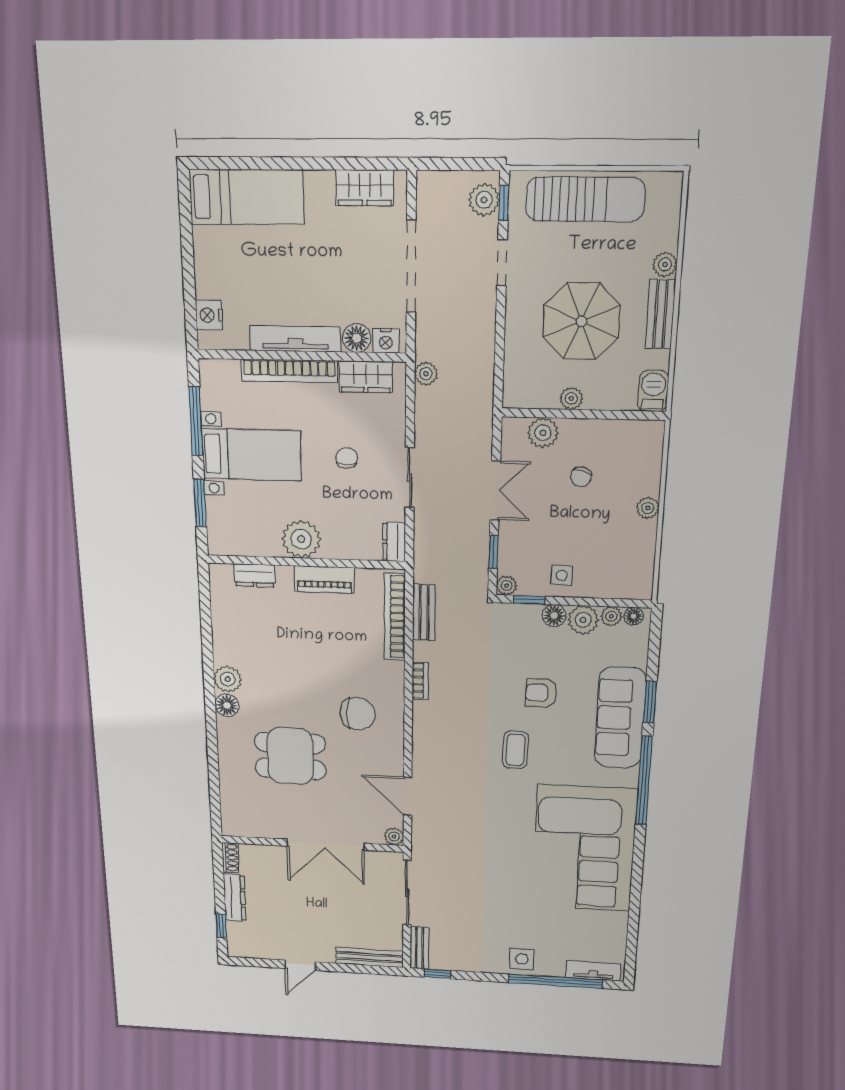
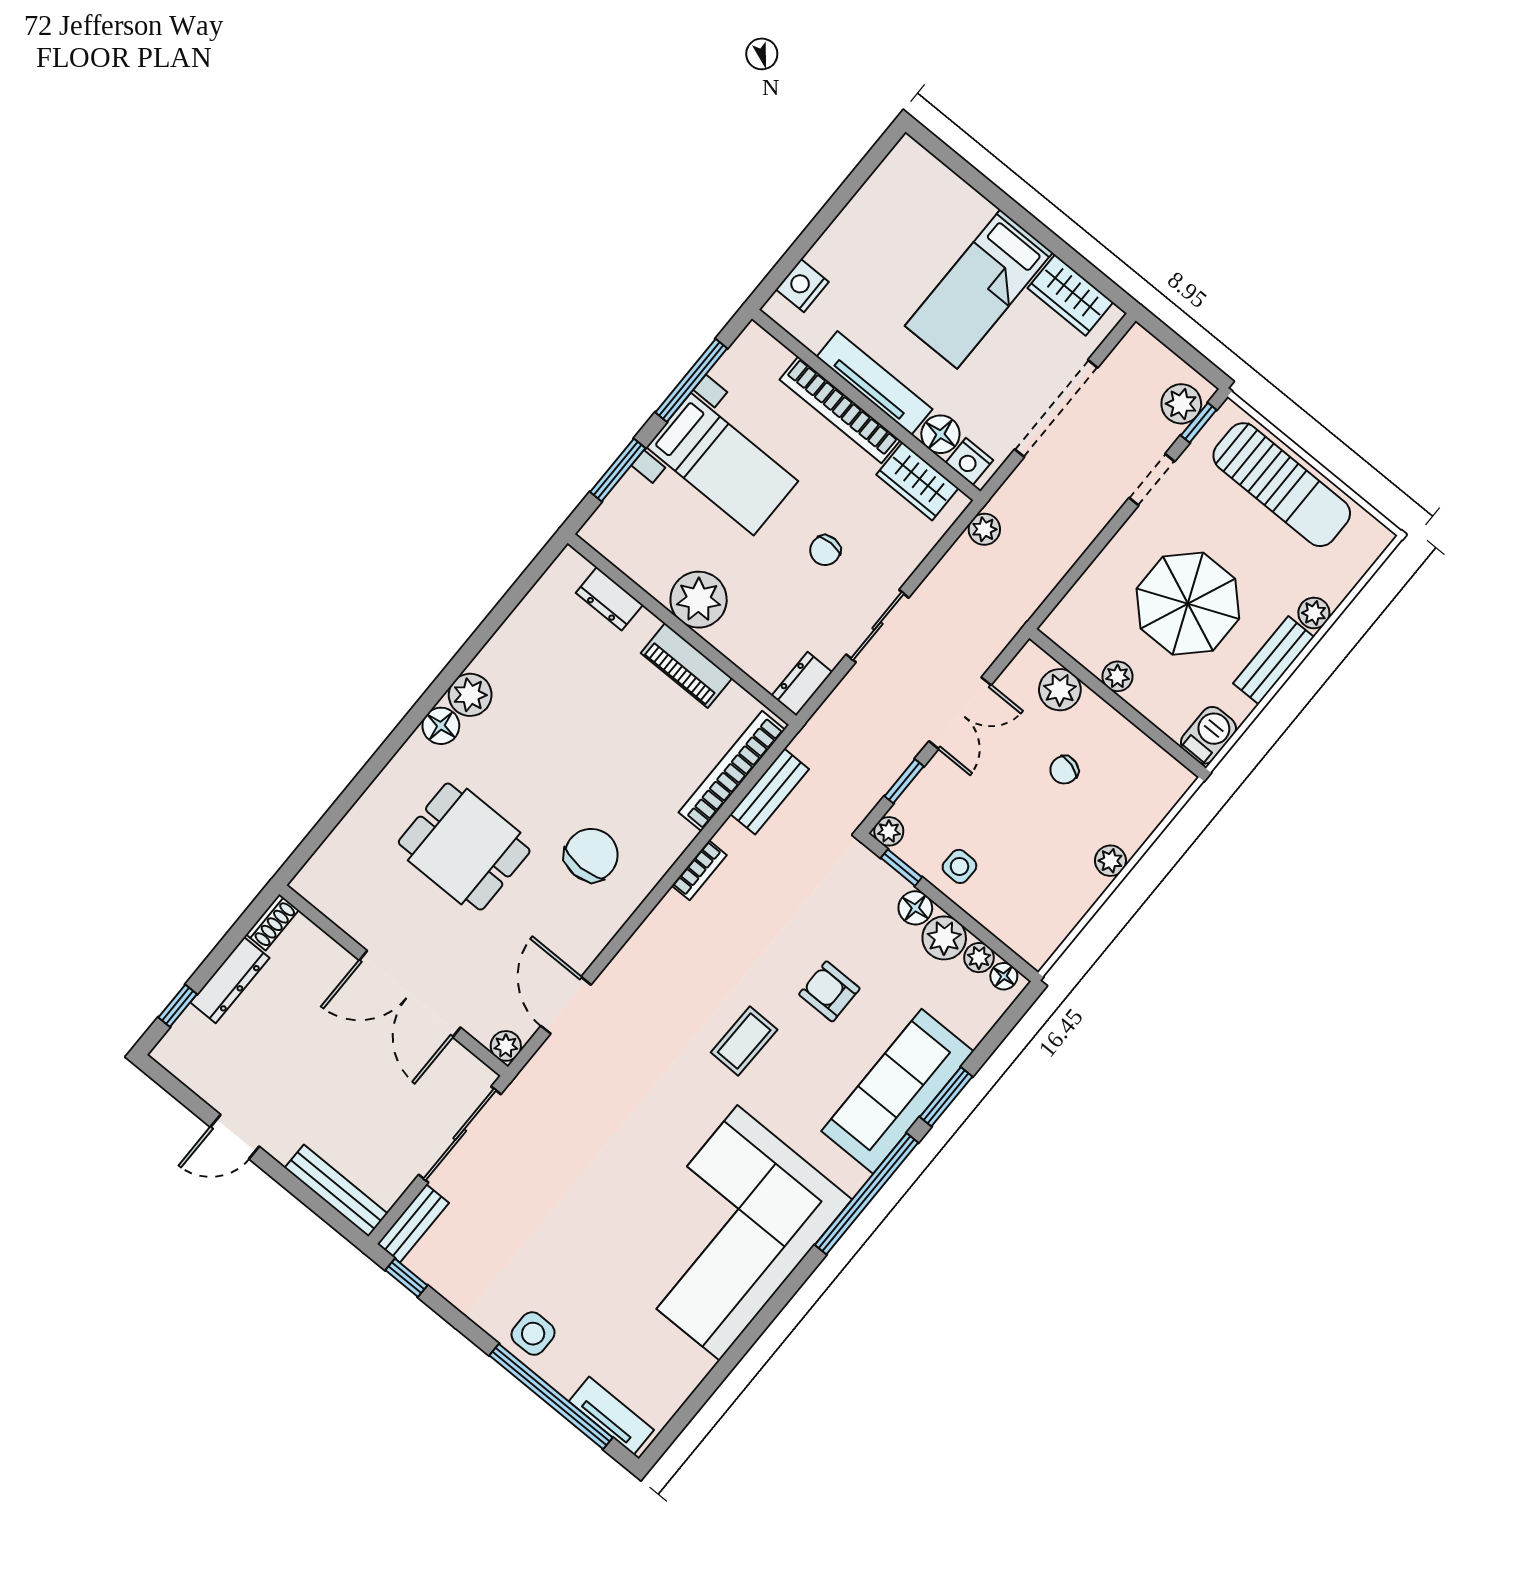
bed: (247, 197) -> (979, 289), moved, turned 90
chair: (347, 458) -> (825, 550), turned 180
chair: (358, 714) -> (591, 855), turned -90

